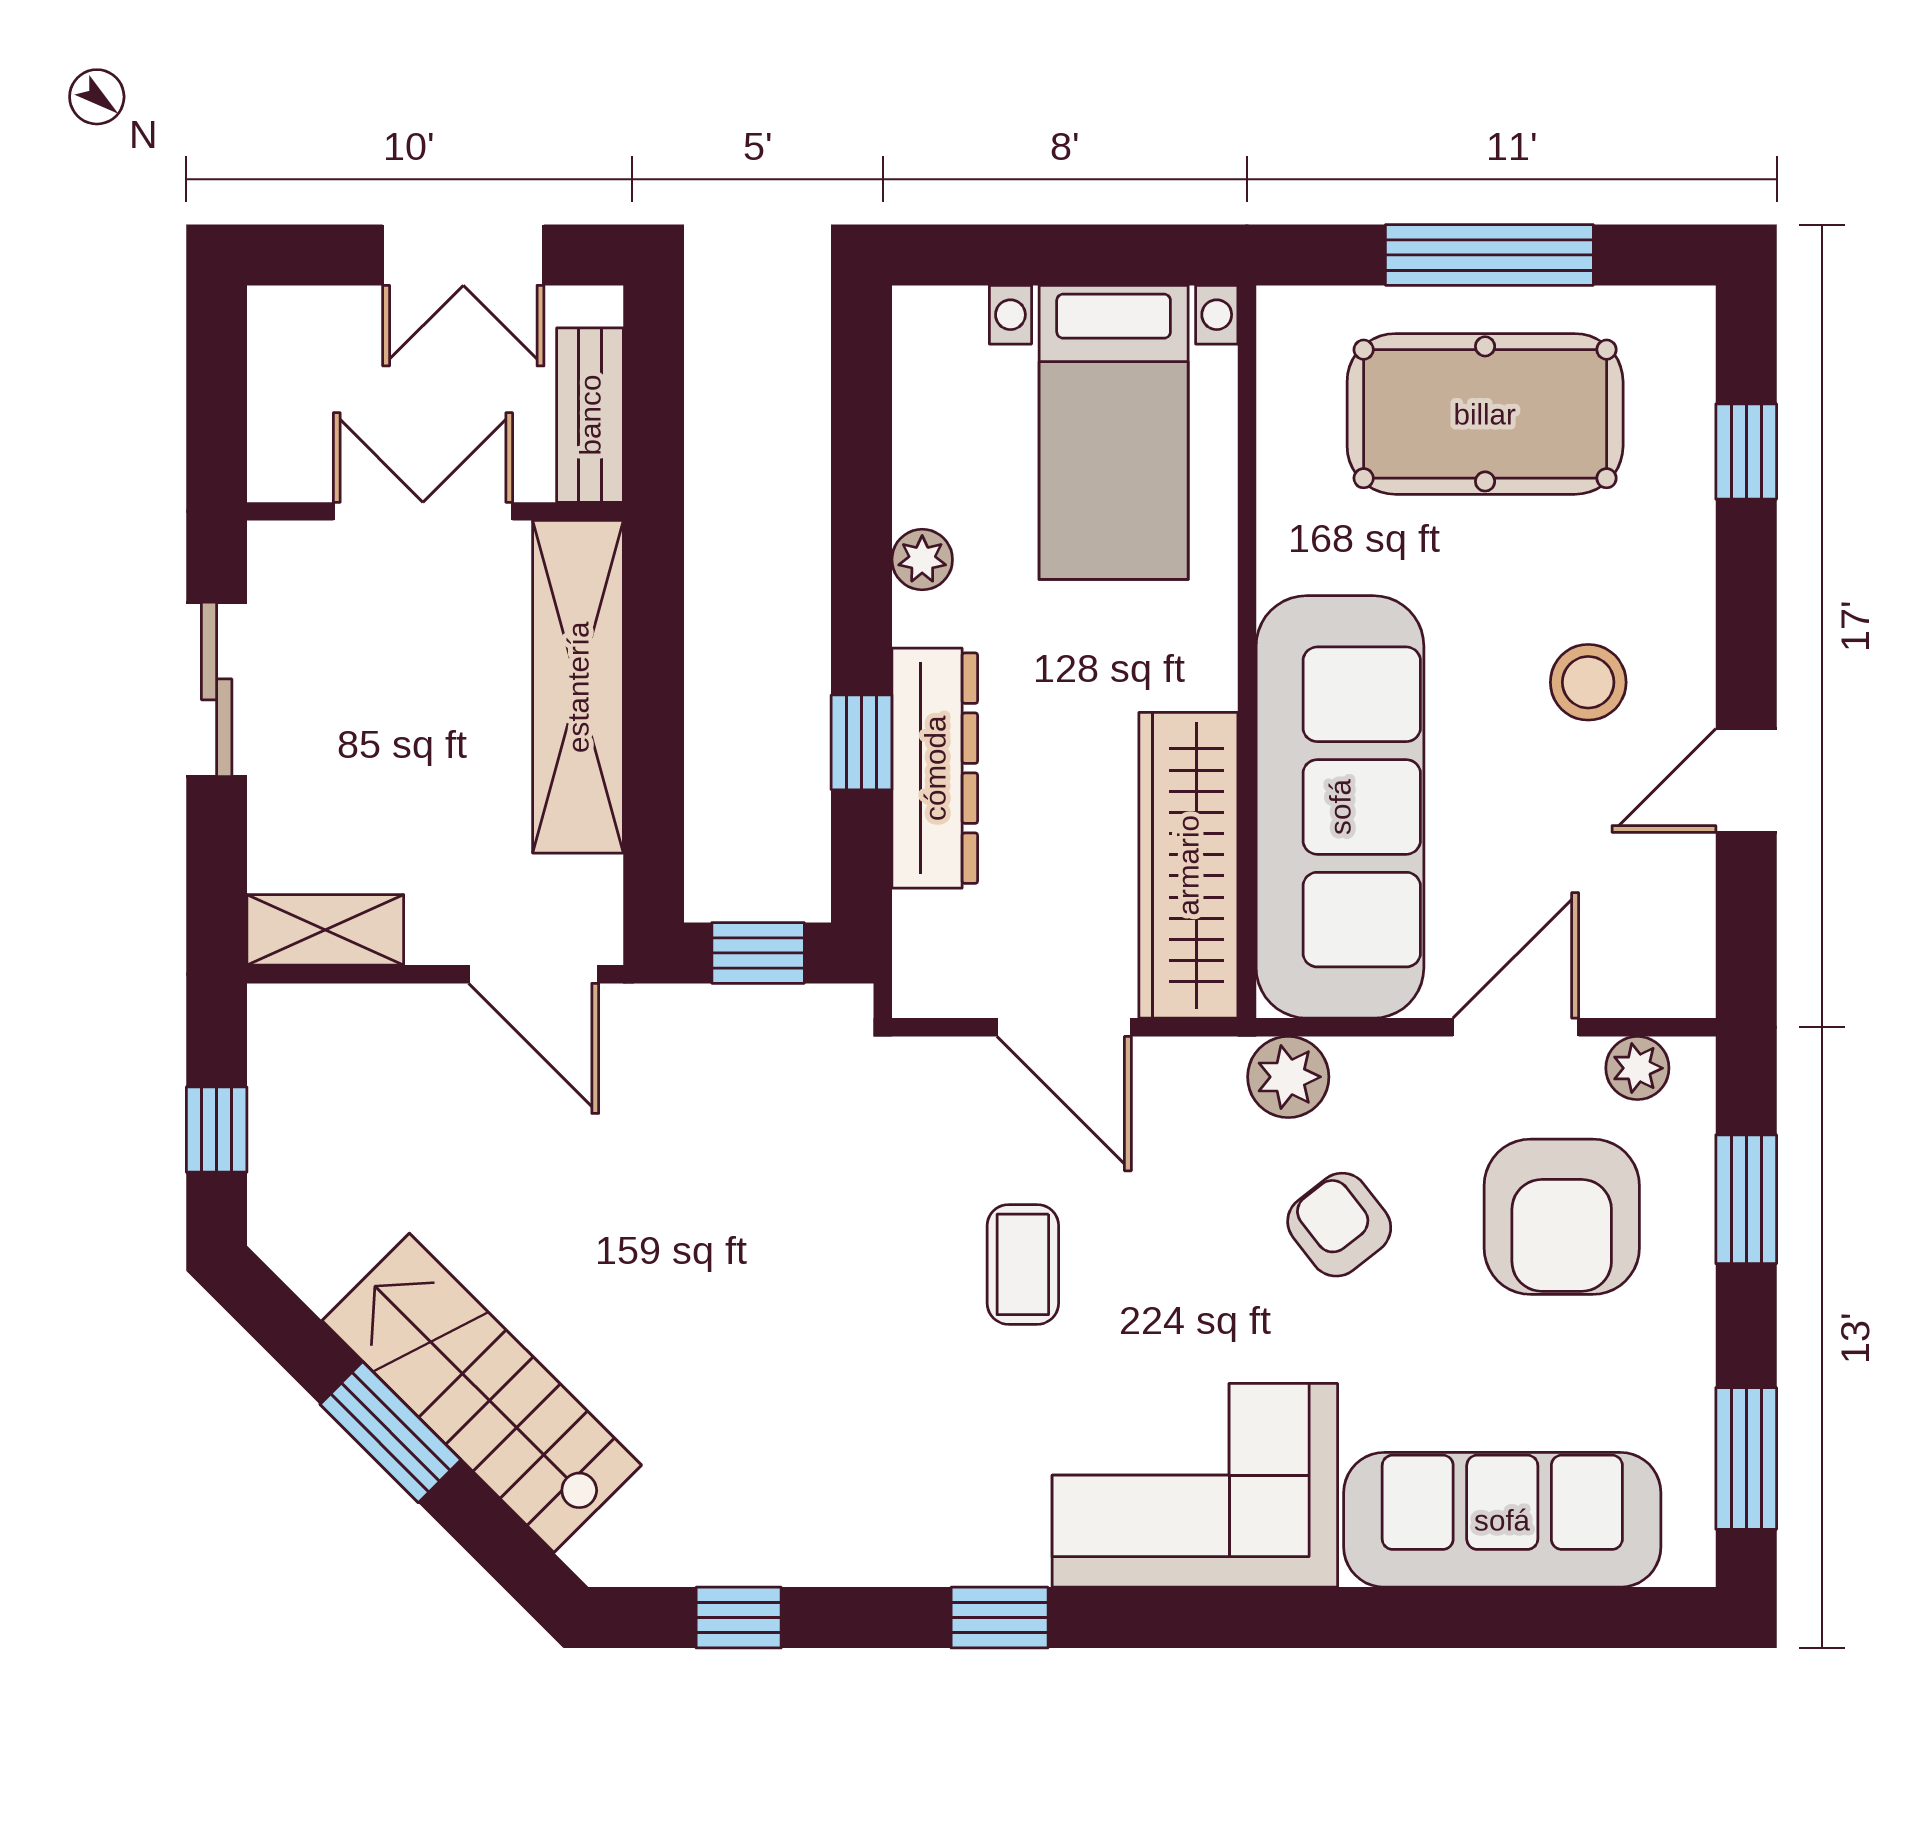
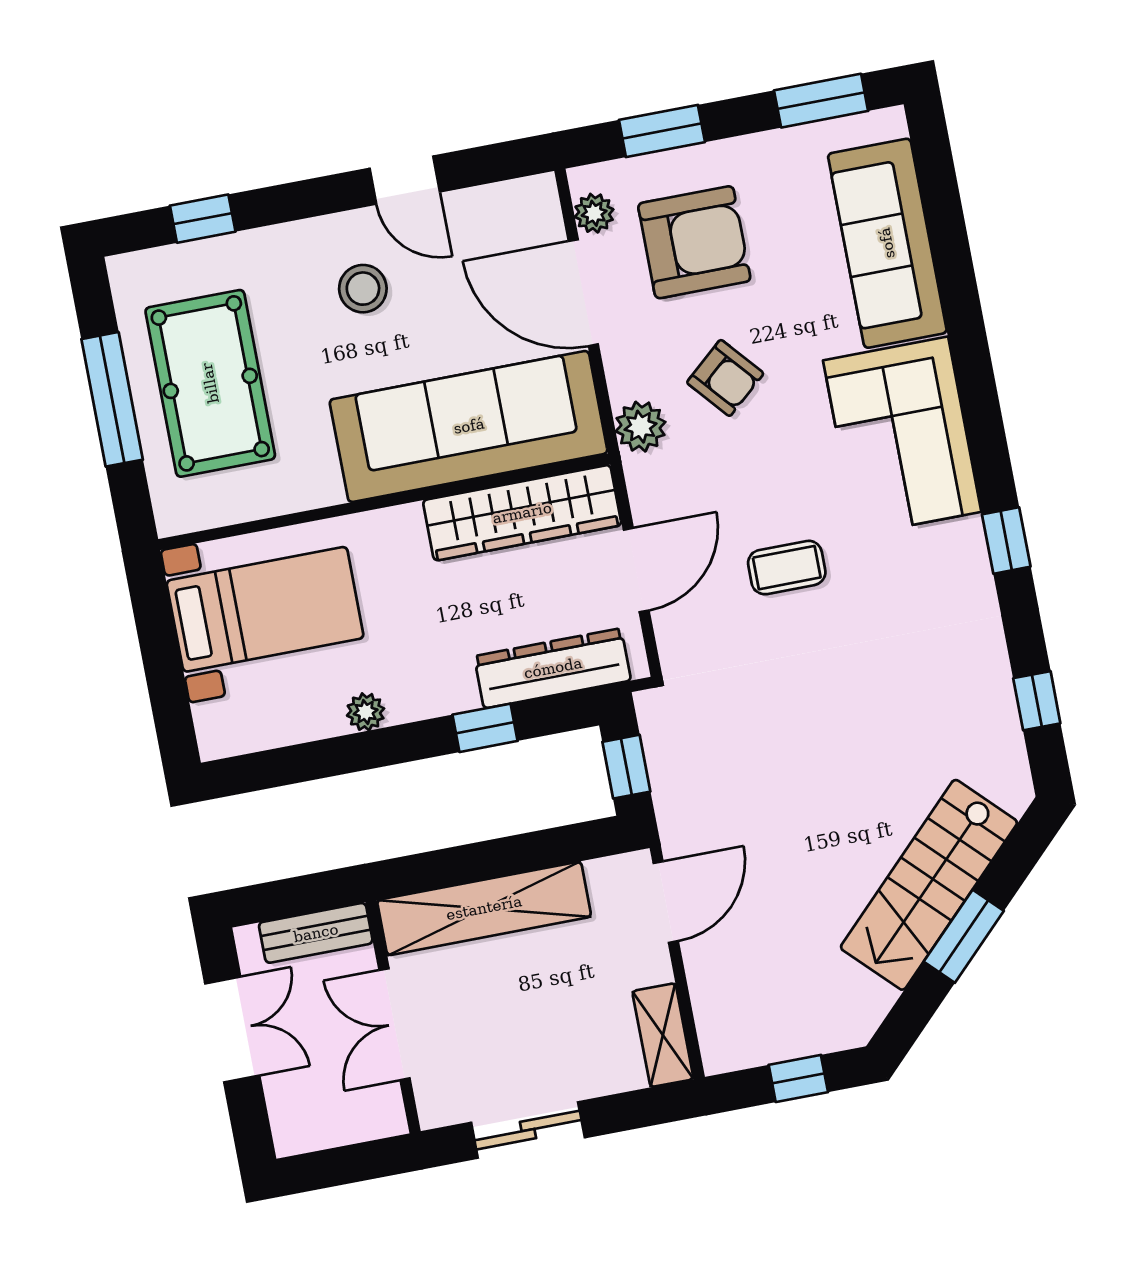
dresser: (935, 768) -> (553, 668), moved
door: (1516, 1027) -> (583, 293), width x1.36
armchair: (1339, 1225) -> (725, 378), turned -93

